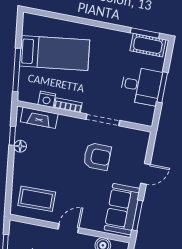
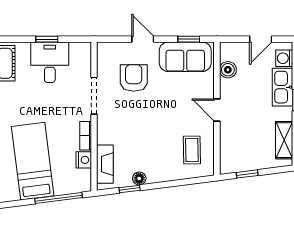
window: (162, 87) -> (47, 39), width x0.67
armchair: (97, 157) -> (134, 78), moved
coffee table: (37, 199) -> (192, 150), width x0.73, depth x0.77
window: (137, 215) -> (189, 39), width x0.67

